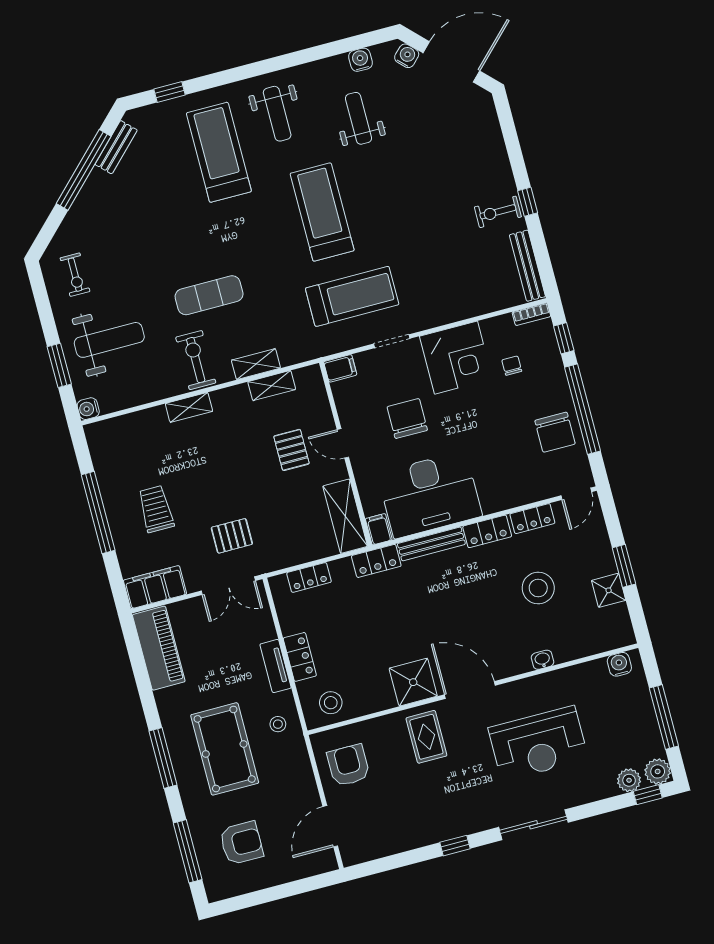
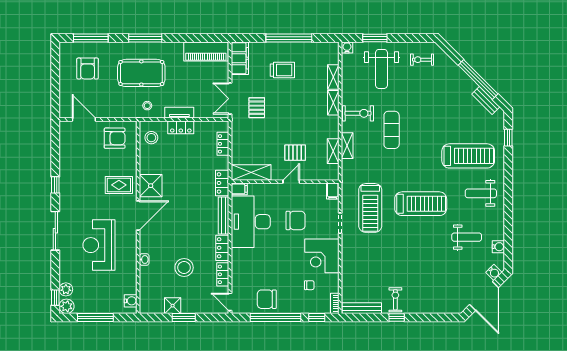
shelving: (145, 419) -> (333, 77), added

